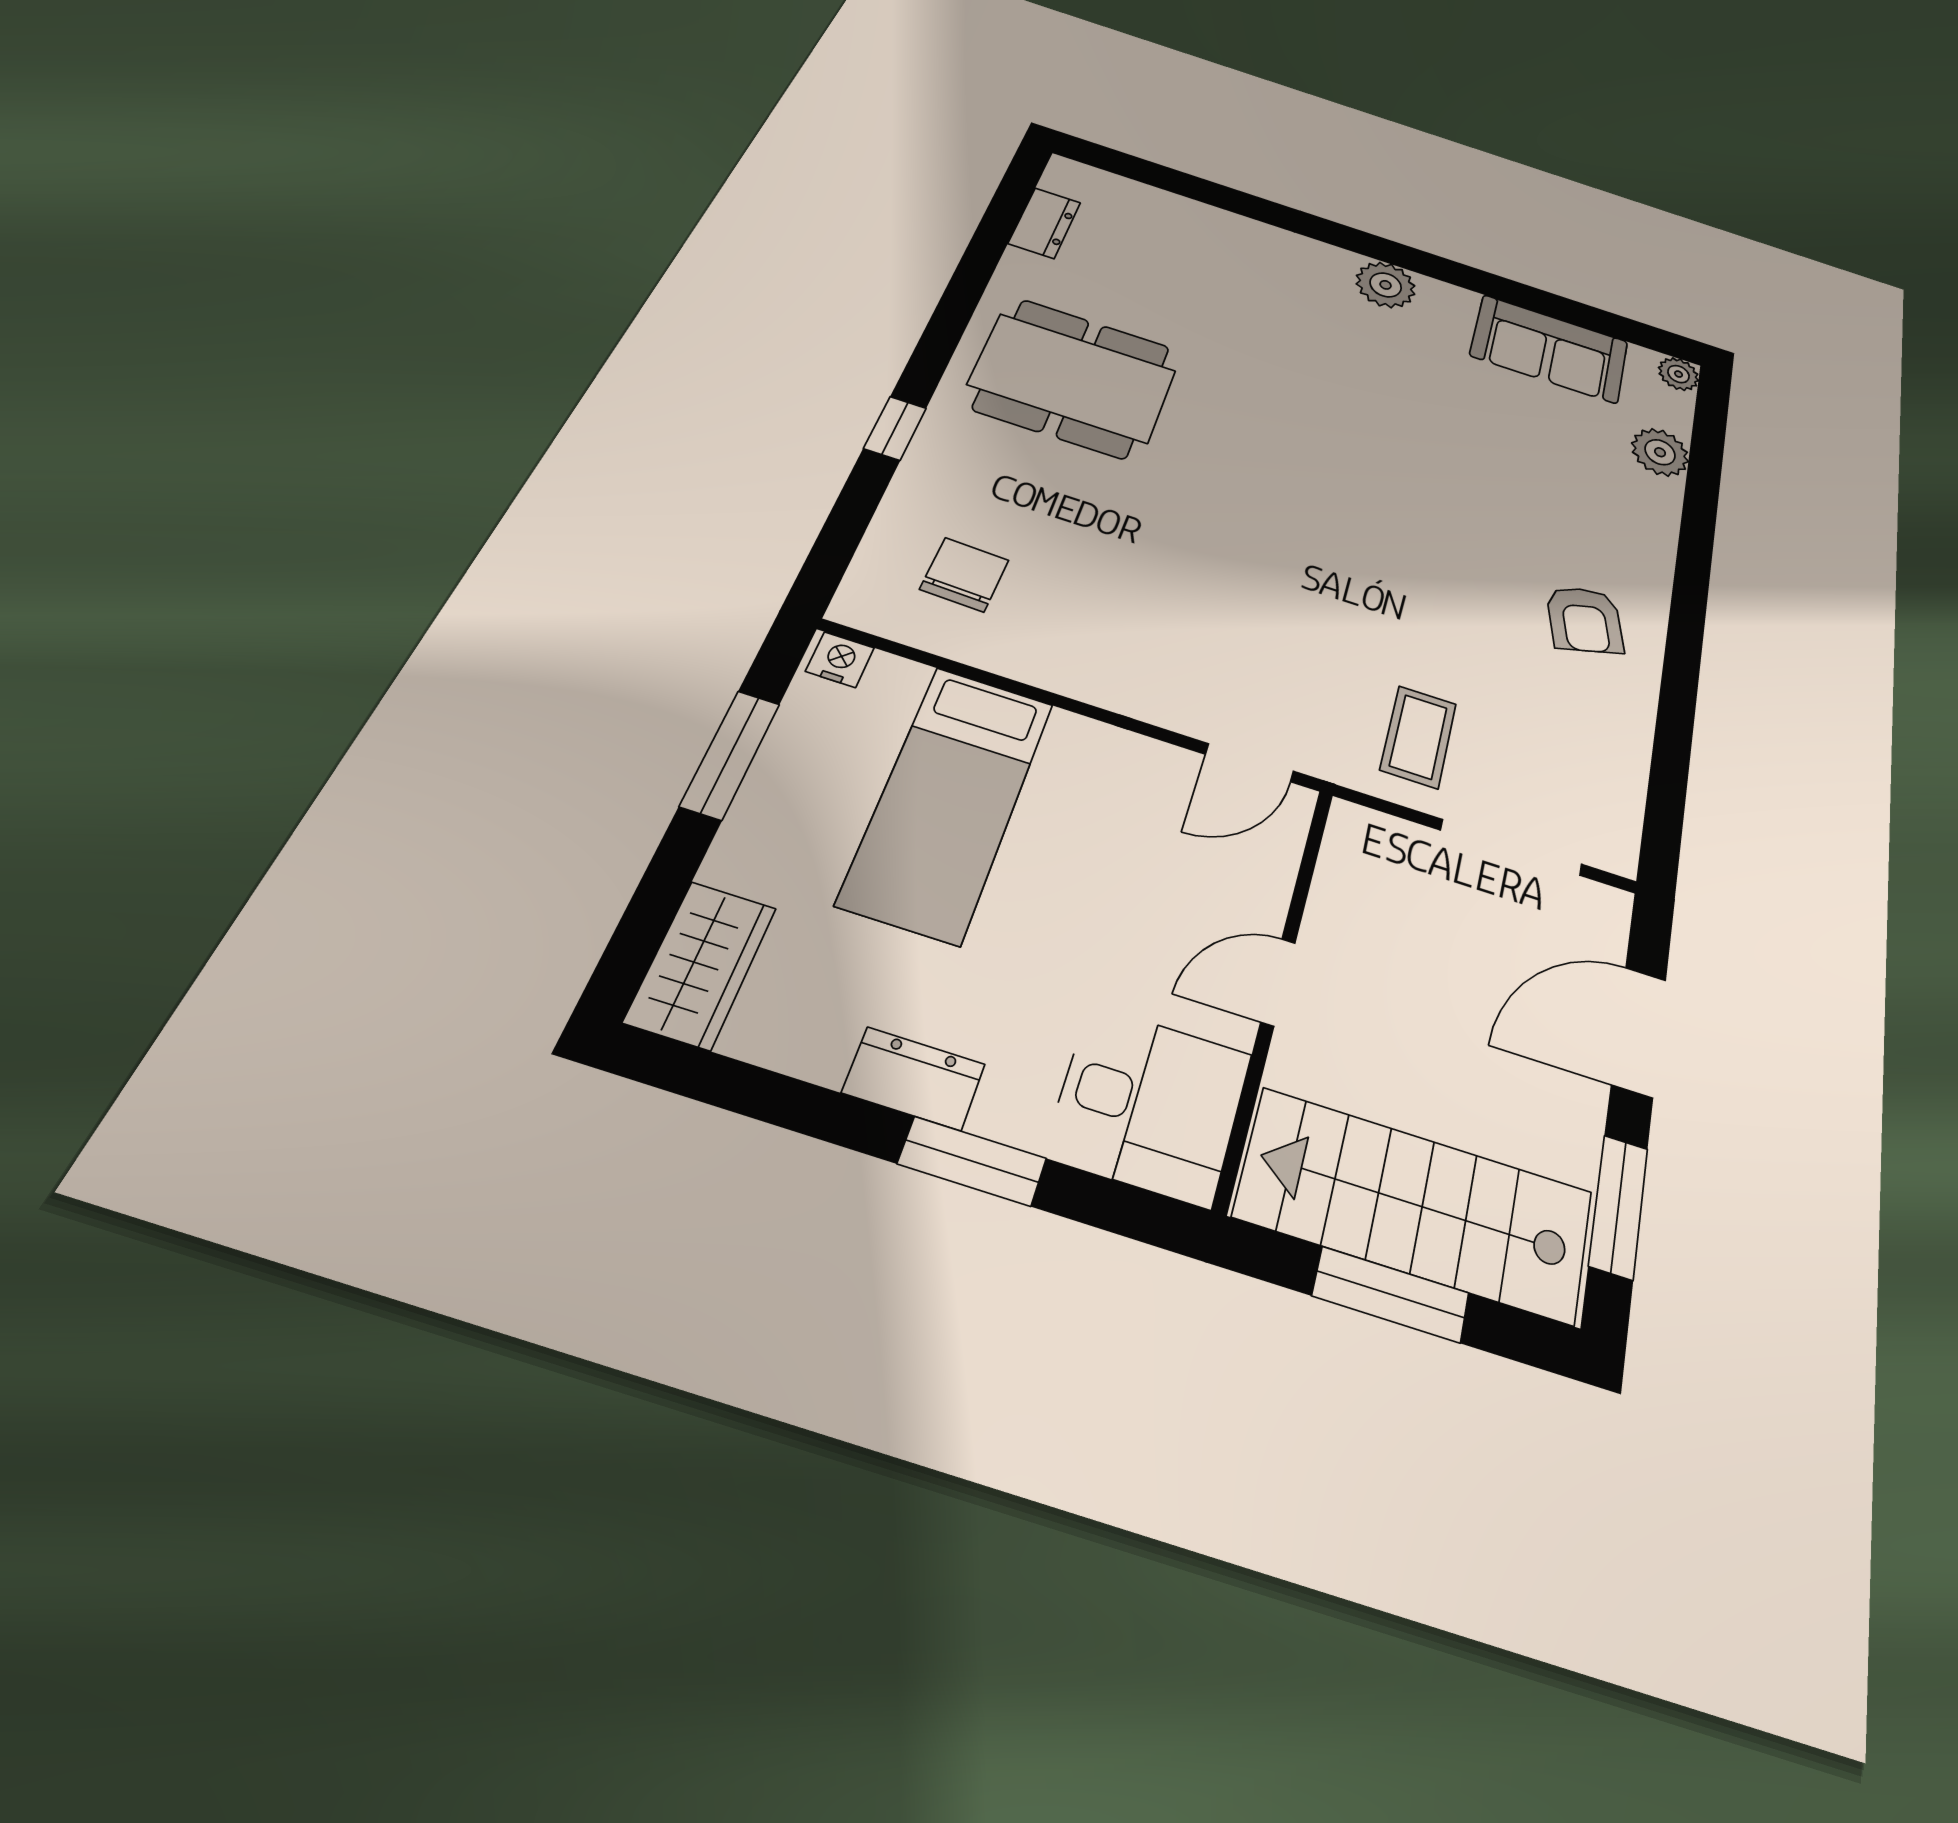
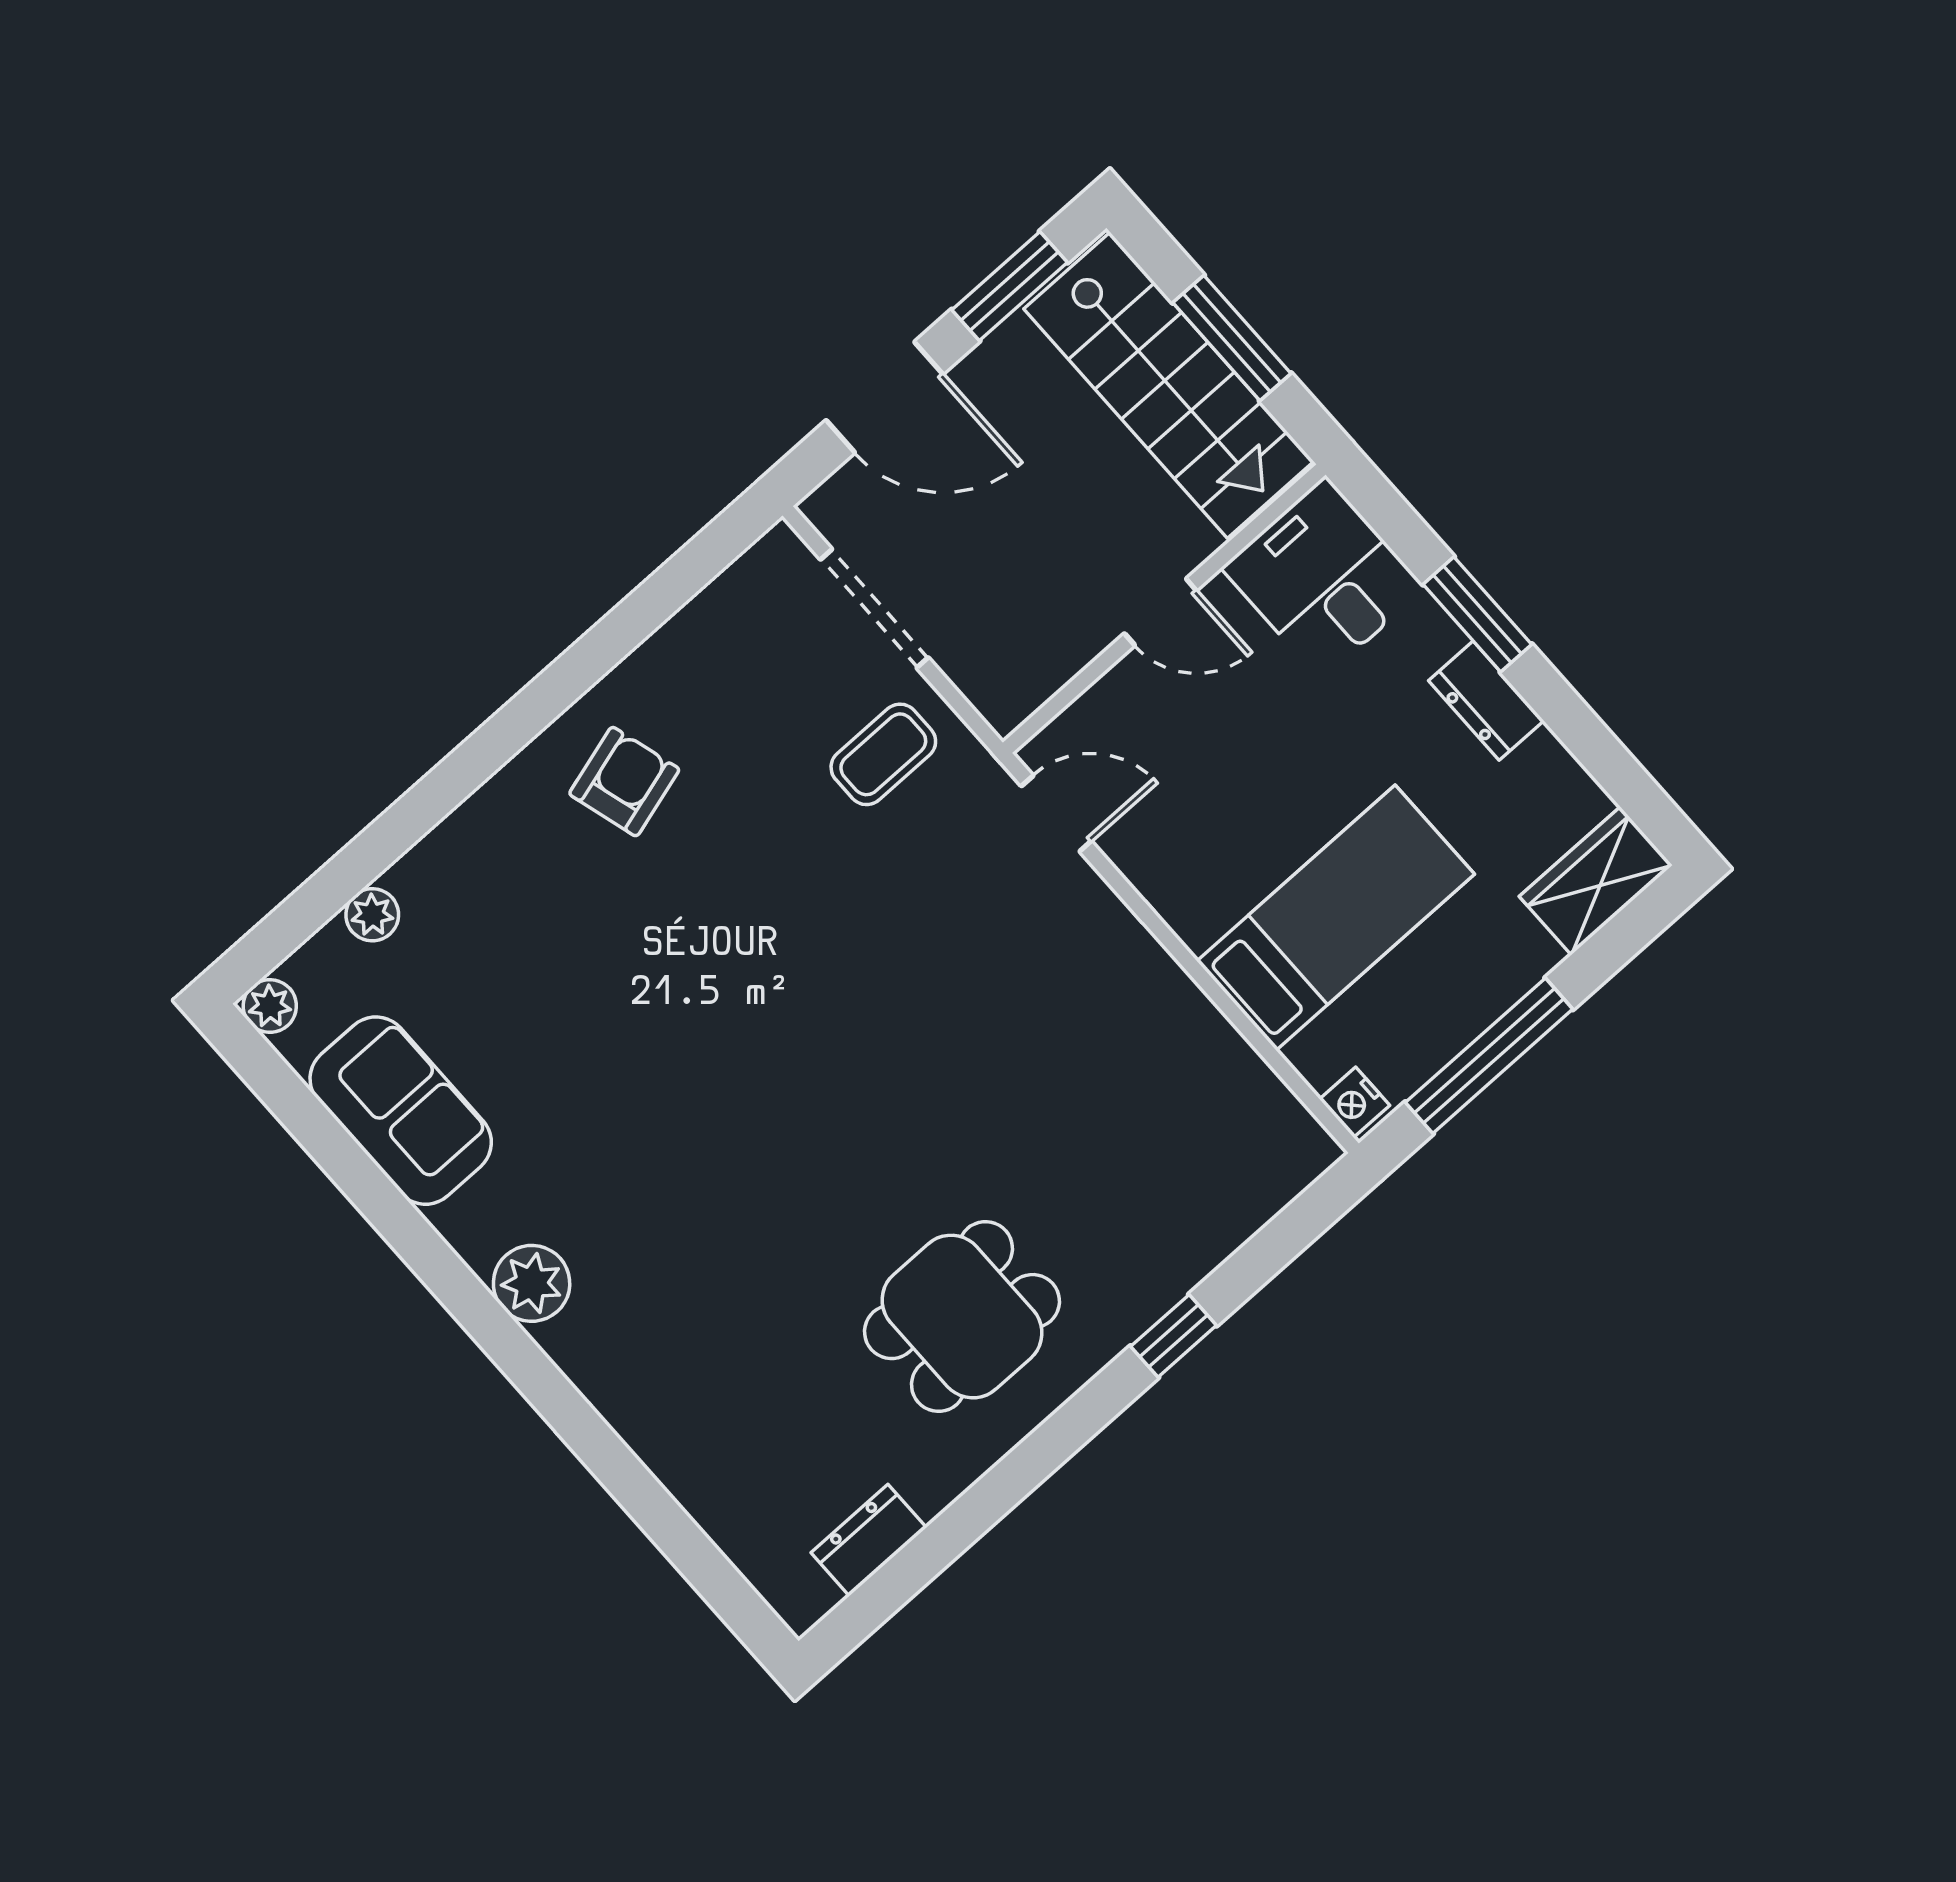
dining table: (1073, 378) -> (962, 1317), width x0.73
plant: (1660, 452) -> (372, 915), width x0.73, depth x0.73
chair: (964, 575) -> (1199, 1136), removed
window: (730, 755) -> (1489, 1056), width x1.44

